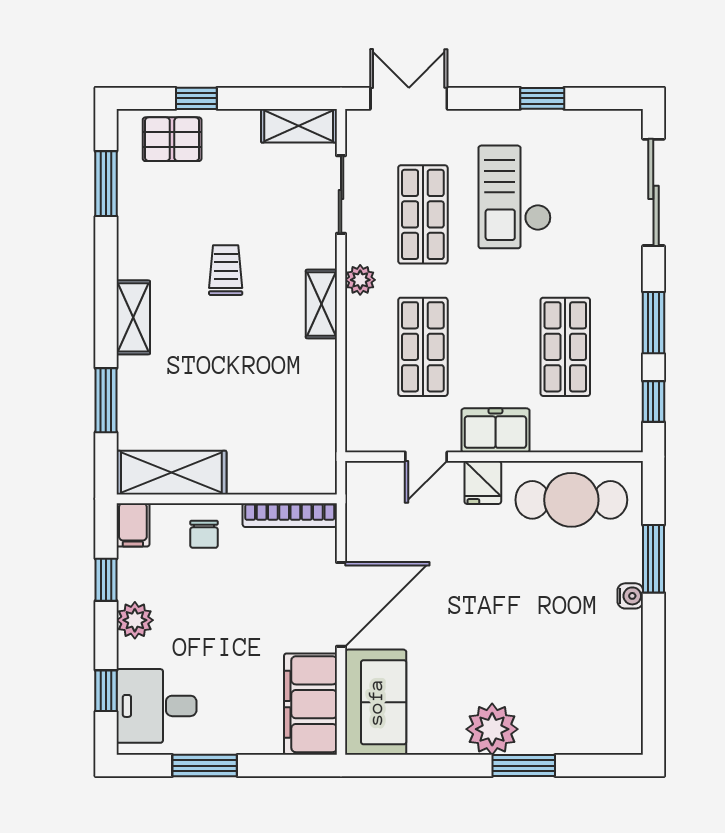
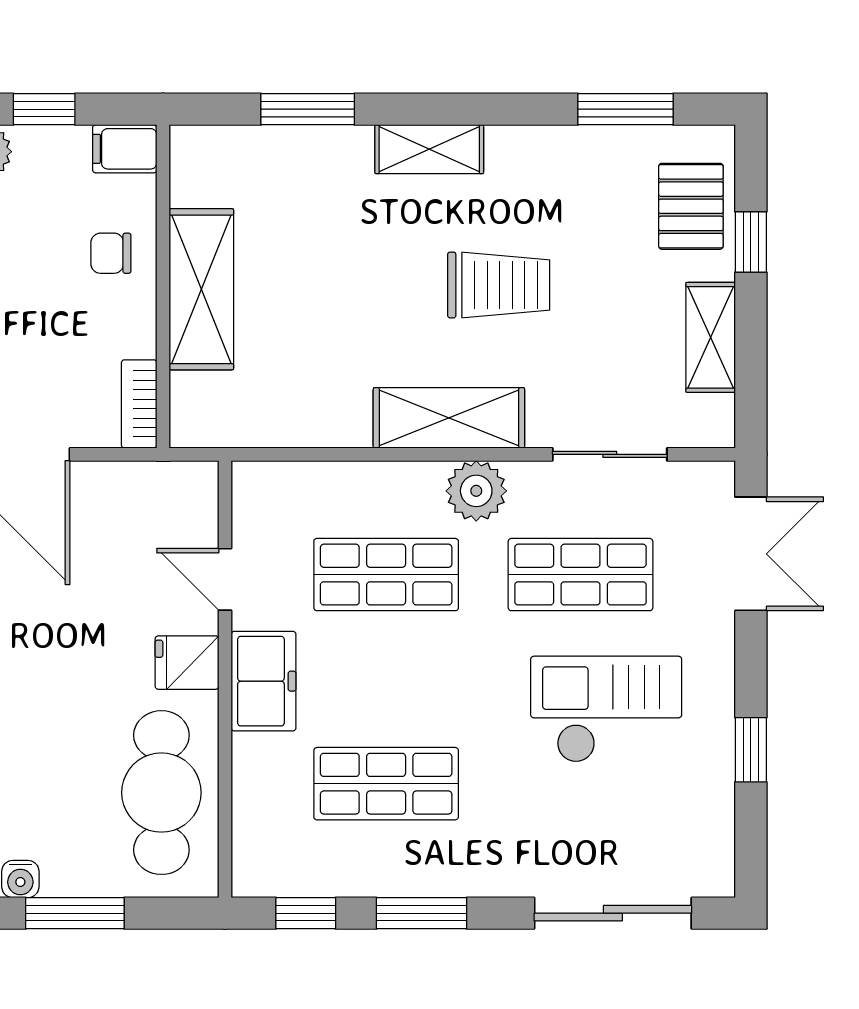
shelving: (299, 126) -> (711, 337), moved
trolley: (226, 270) -> (499, 285), width x1.36, depth x1.39
plant: (360, 280) -> (476, 491), width x1.38, depth x1.38
shelving: (321, 304) -> (449, 418), width x1.50, depth x1.33
shelving: (171, 473) -> (201, 289), moved
bookcase: (290, 515) -> (139, 404), width x0.64

